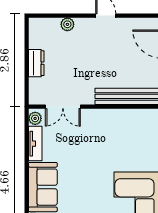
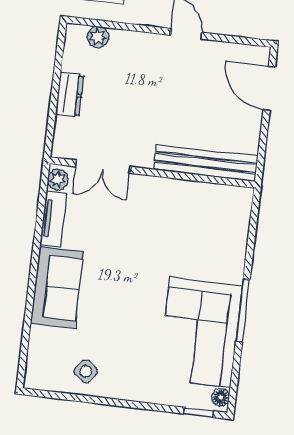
plant: (67, 24) -> (98, 37), moved

